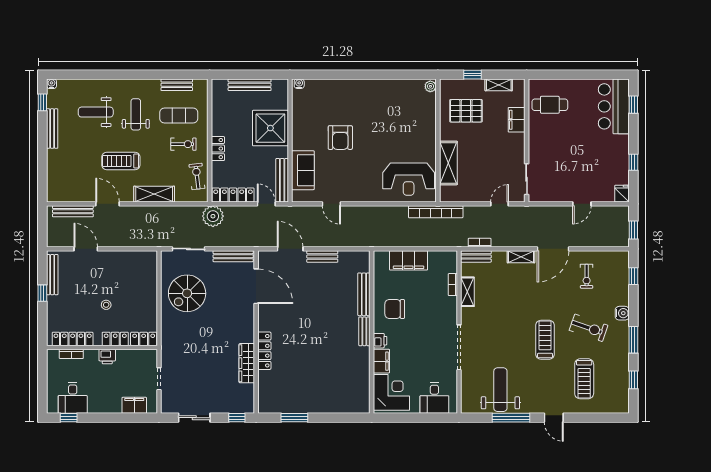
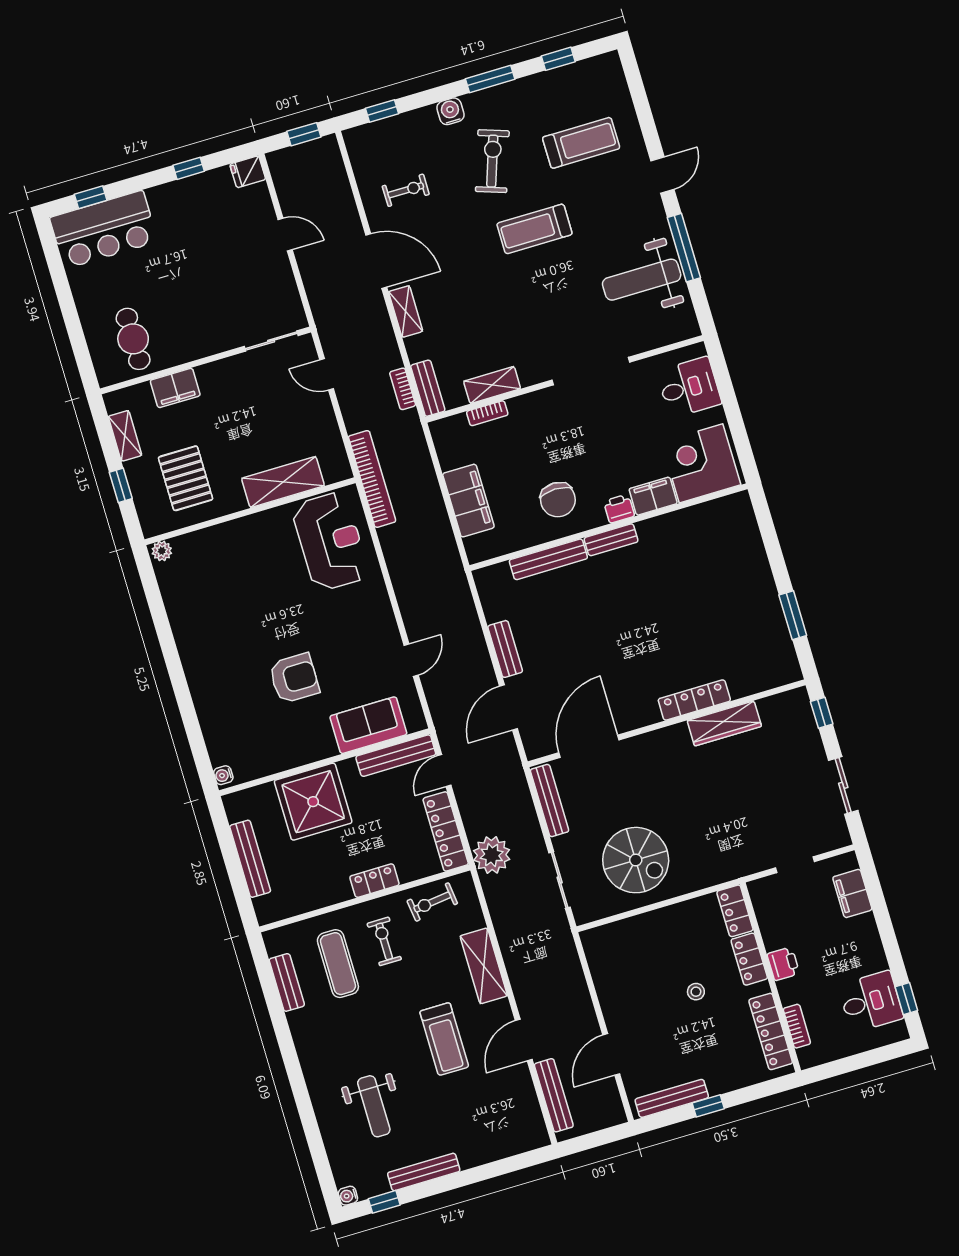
weight bench: (136, 114) -> (358, 1037), removed

